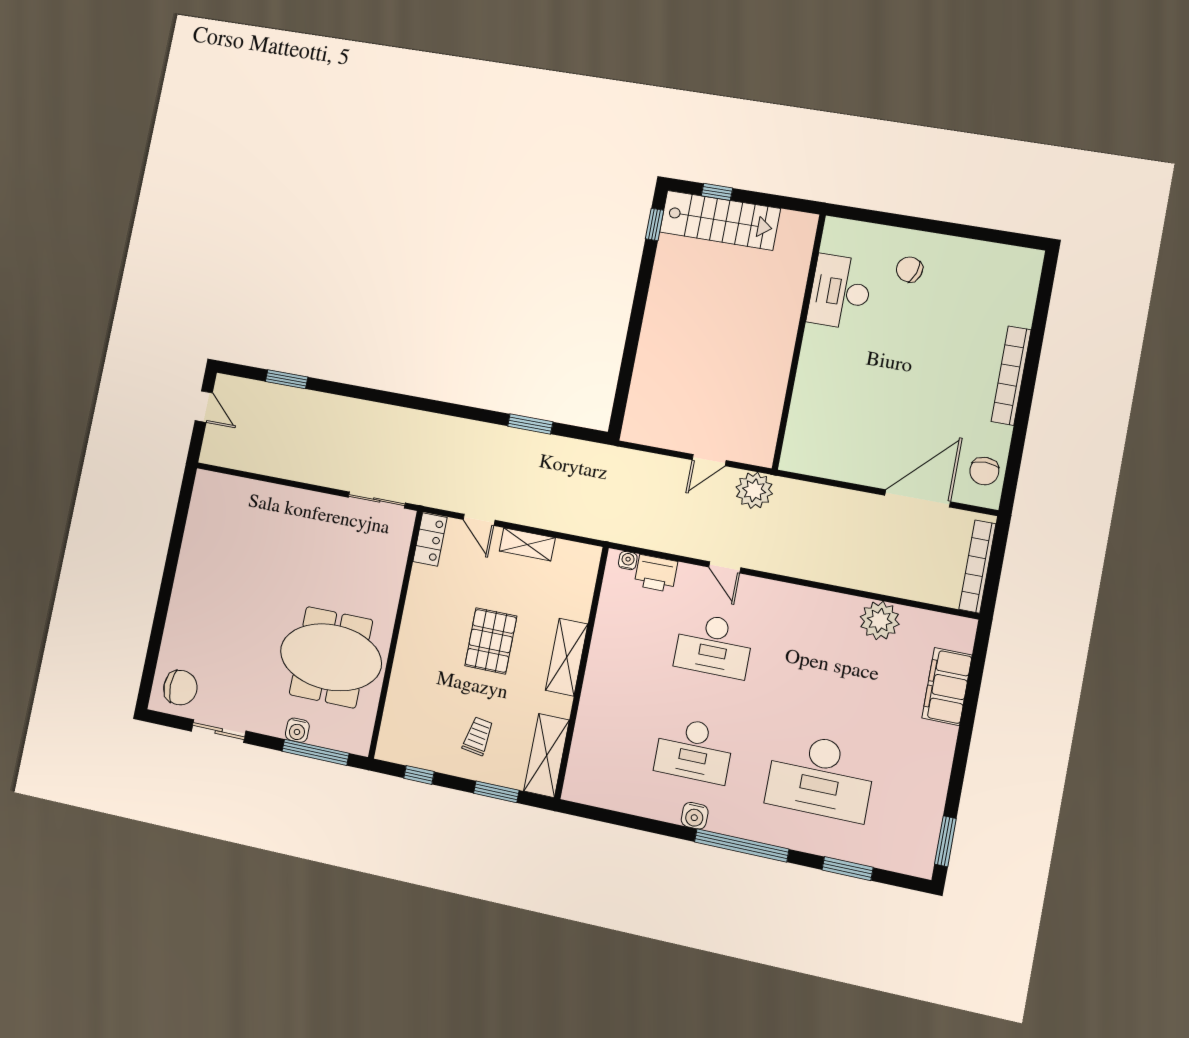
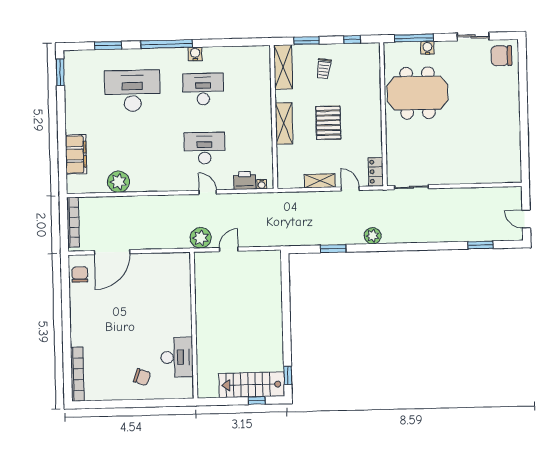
bookcase: (1011, 376) -> (77, 374), moved
plant: (459, 432) -> (373, 236), added

